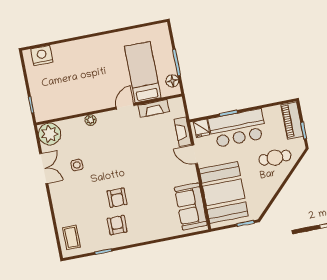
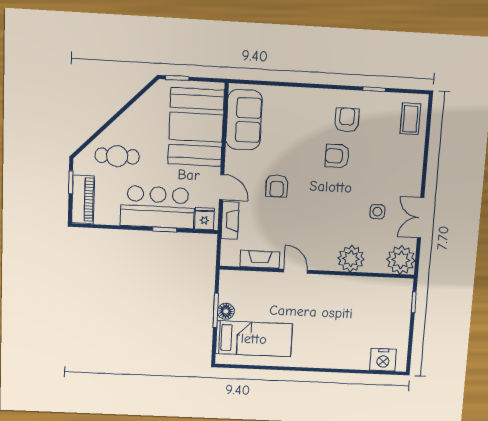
bed: (143, 72) -> (254, 339), moved, turned -90
floor lamp: (172, 81) -> (226, 311), moved
door: (125, 106) -> (296, 271), swing flipped
plant: (91, 120) -> (351, 259), width x1.88, depth x1.88
armchair: (155, 165) -> (277, 186), added
armchair: (117, 198) -> (337, 156), turned -90
armchair: (117, 225) -> (347, 120), turned 180

